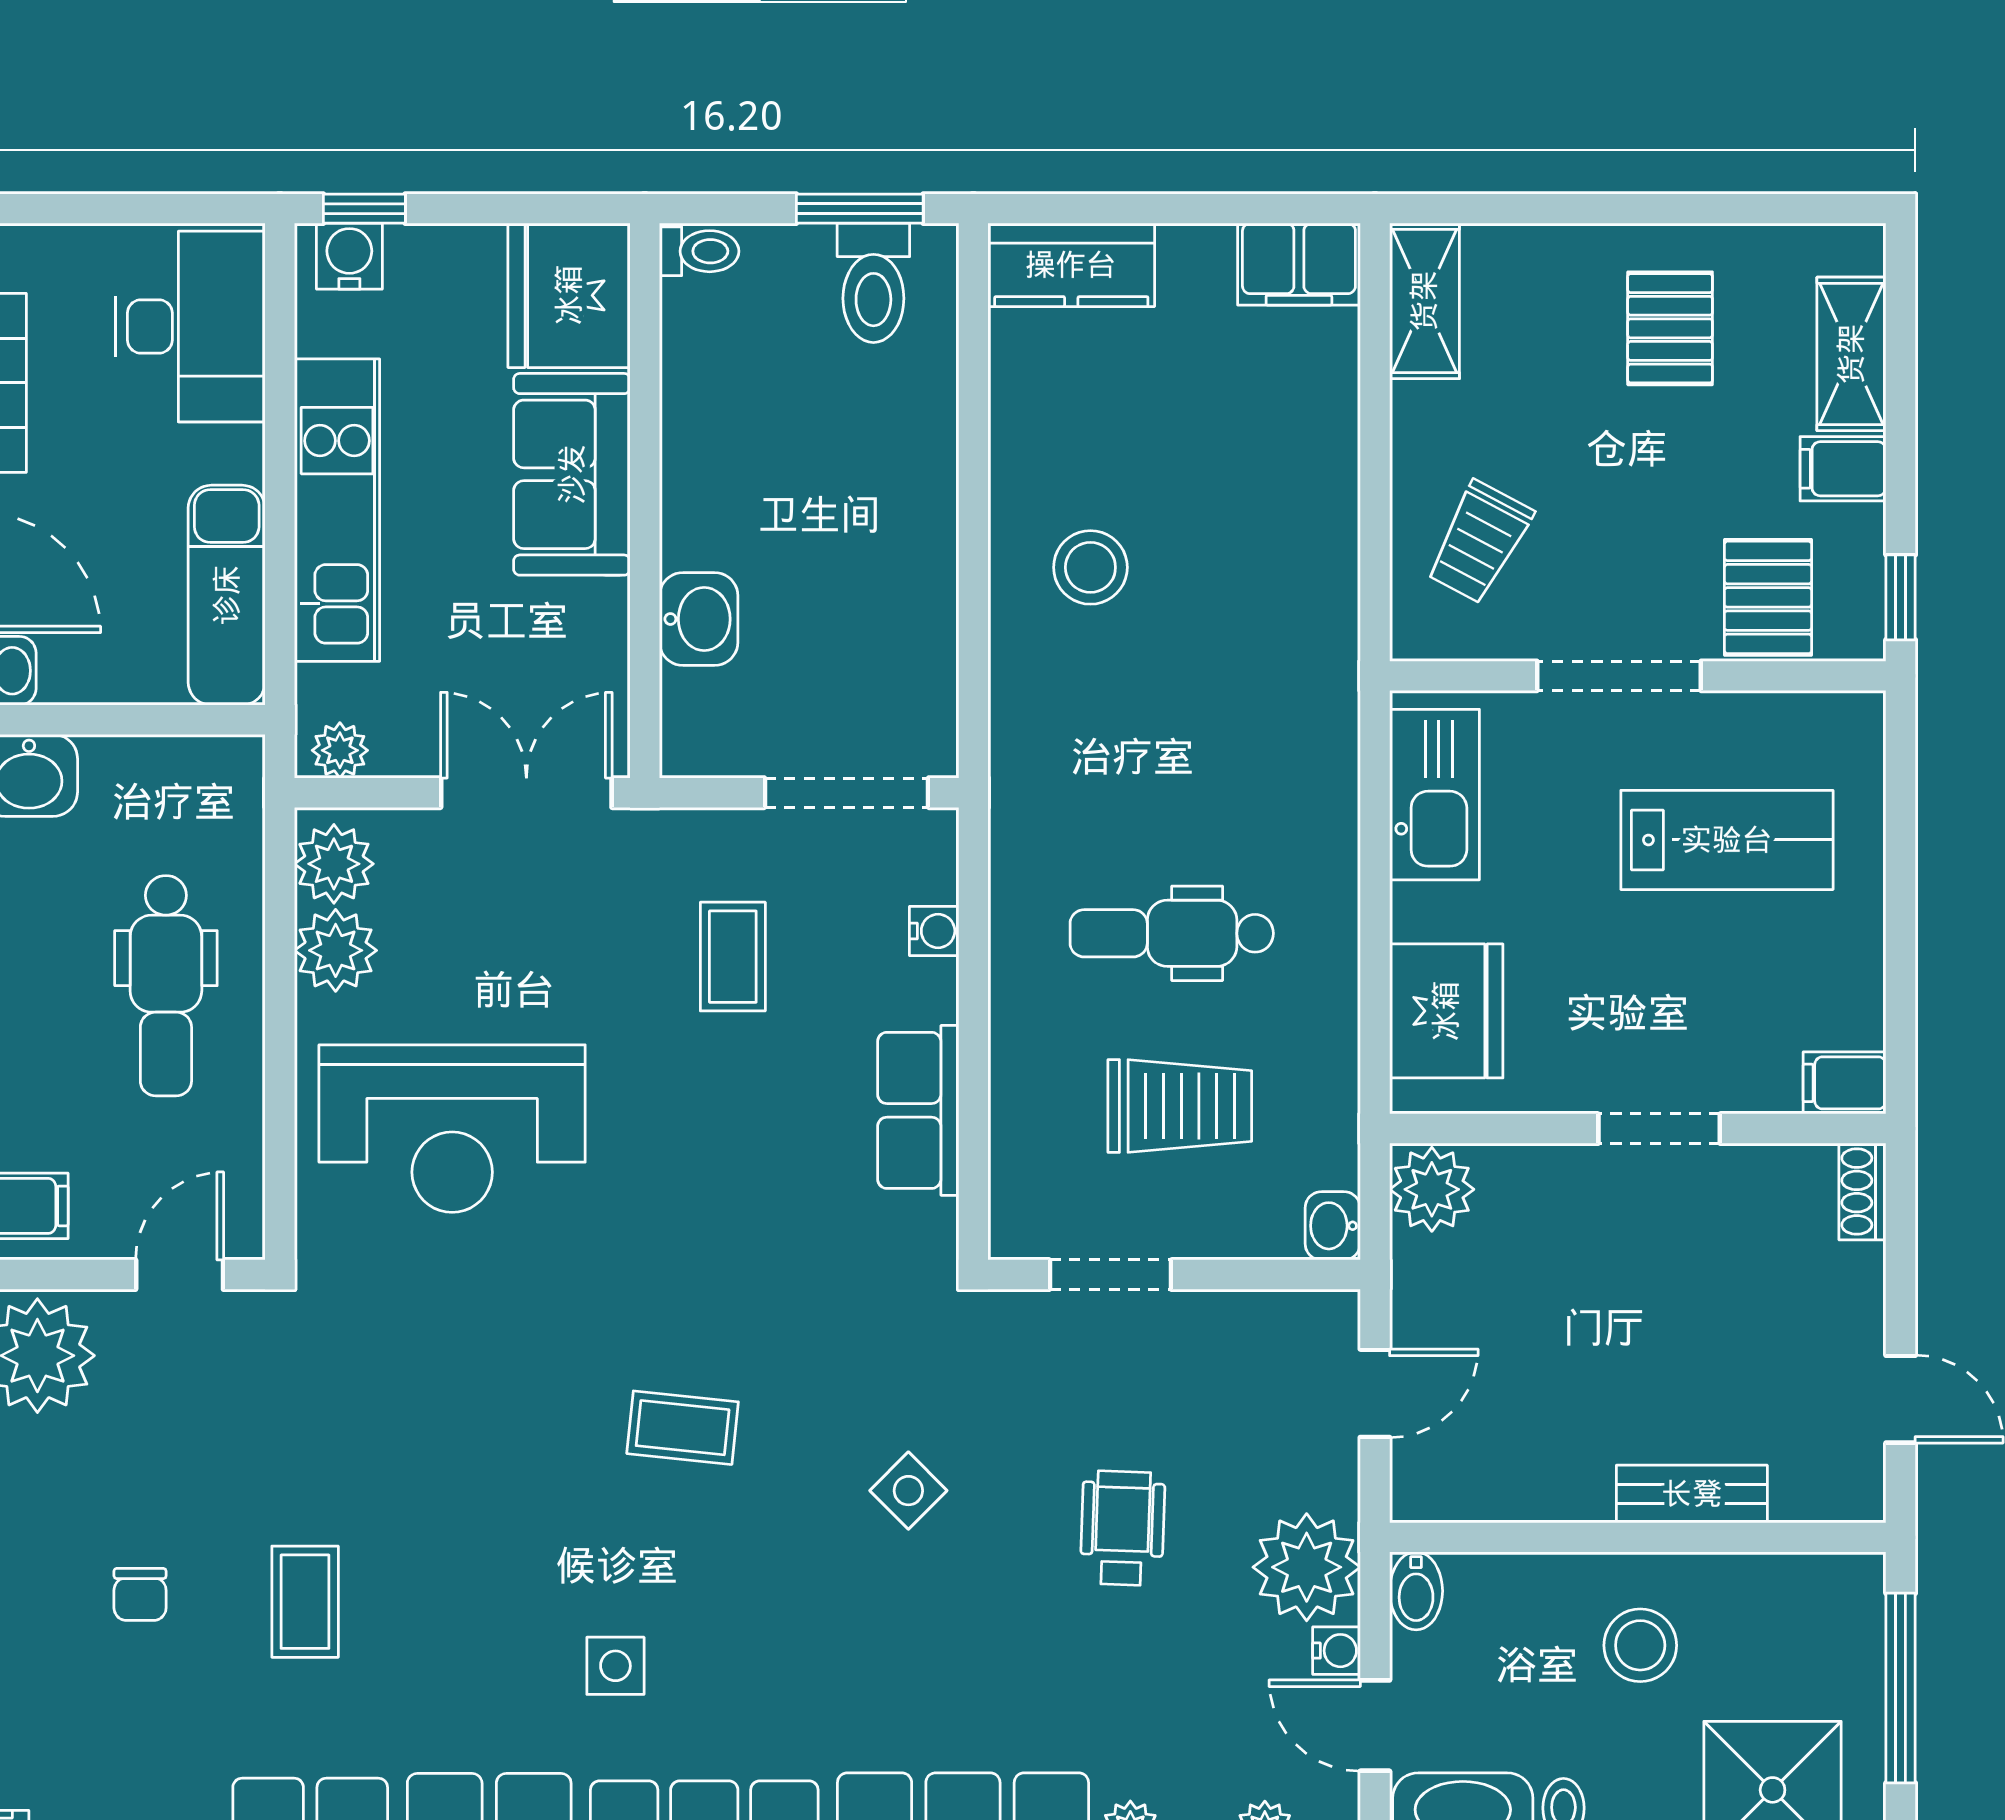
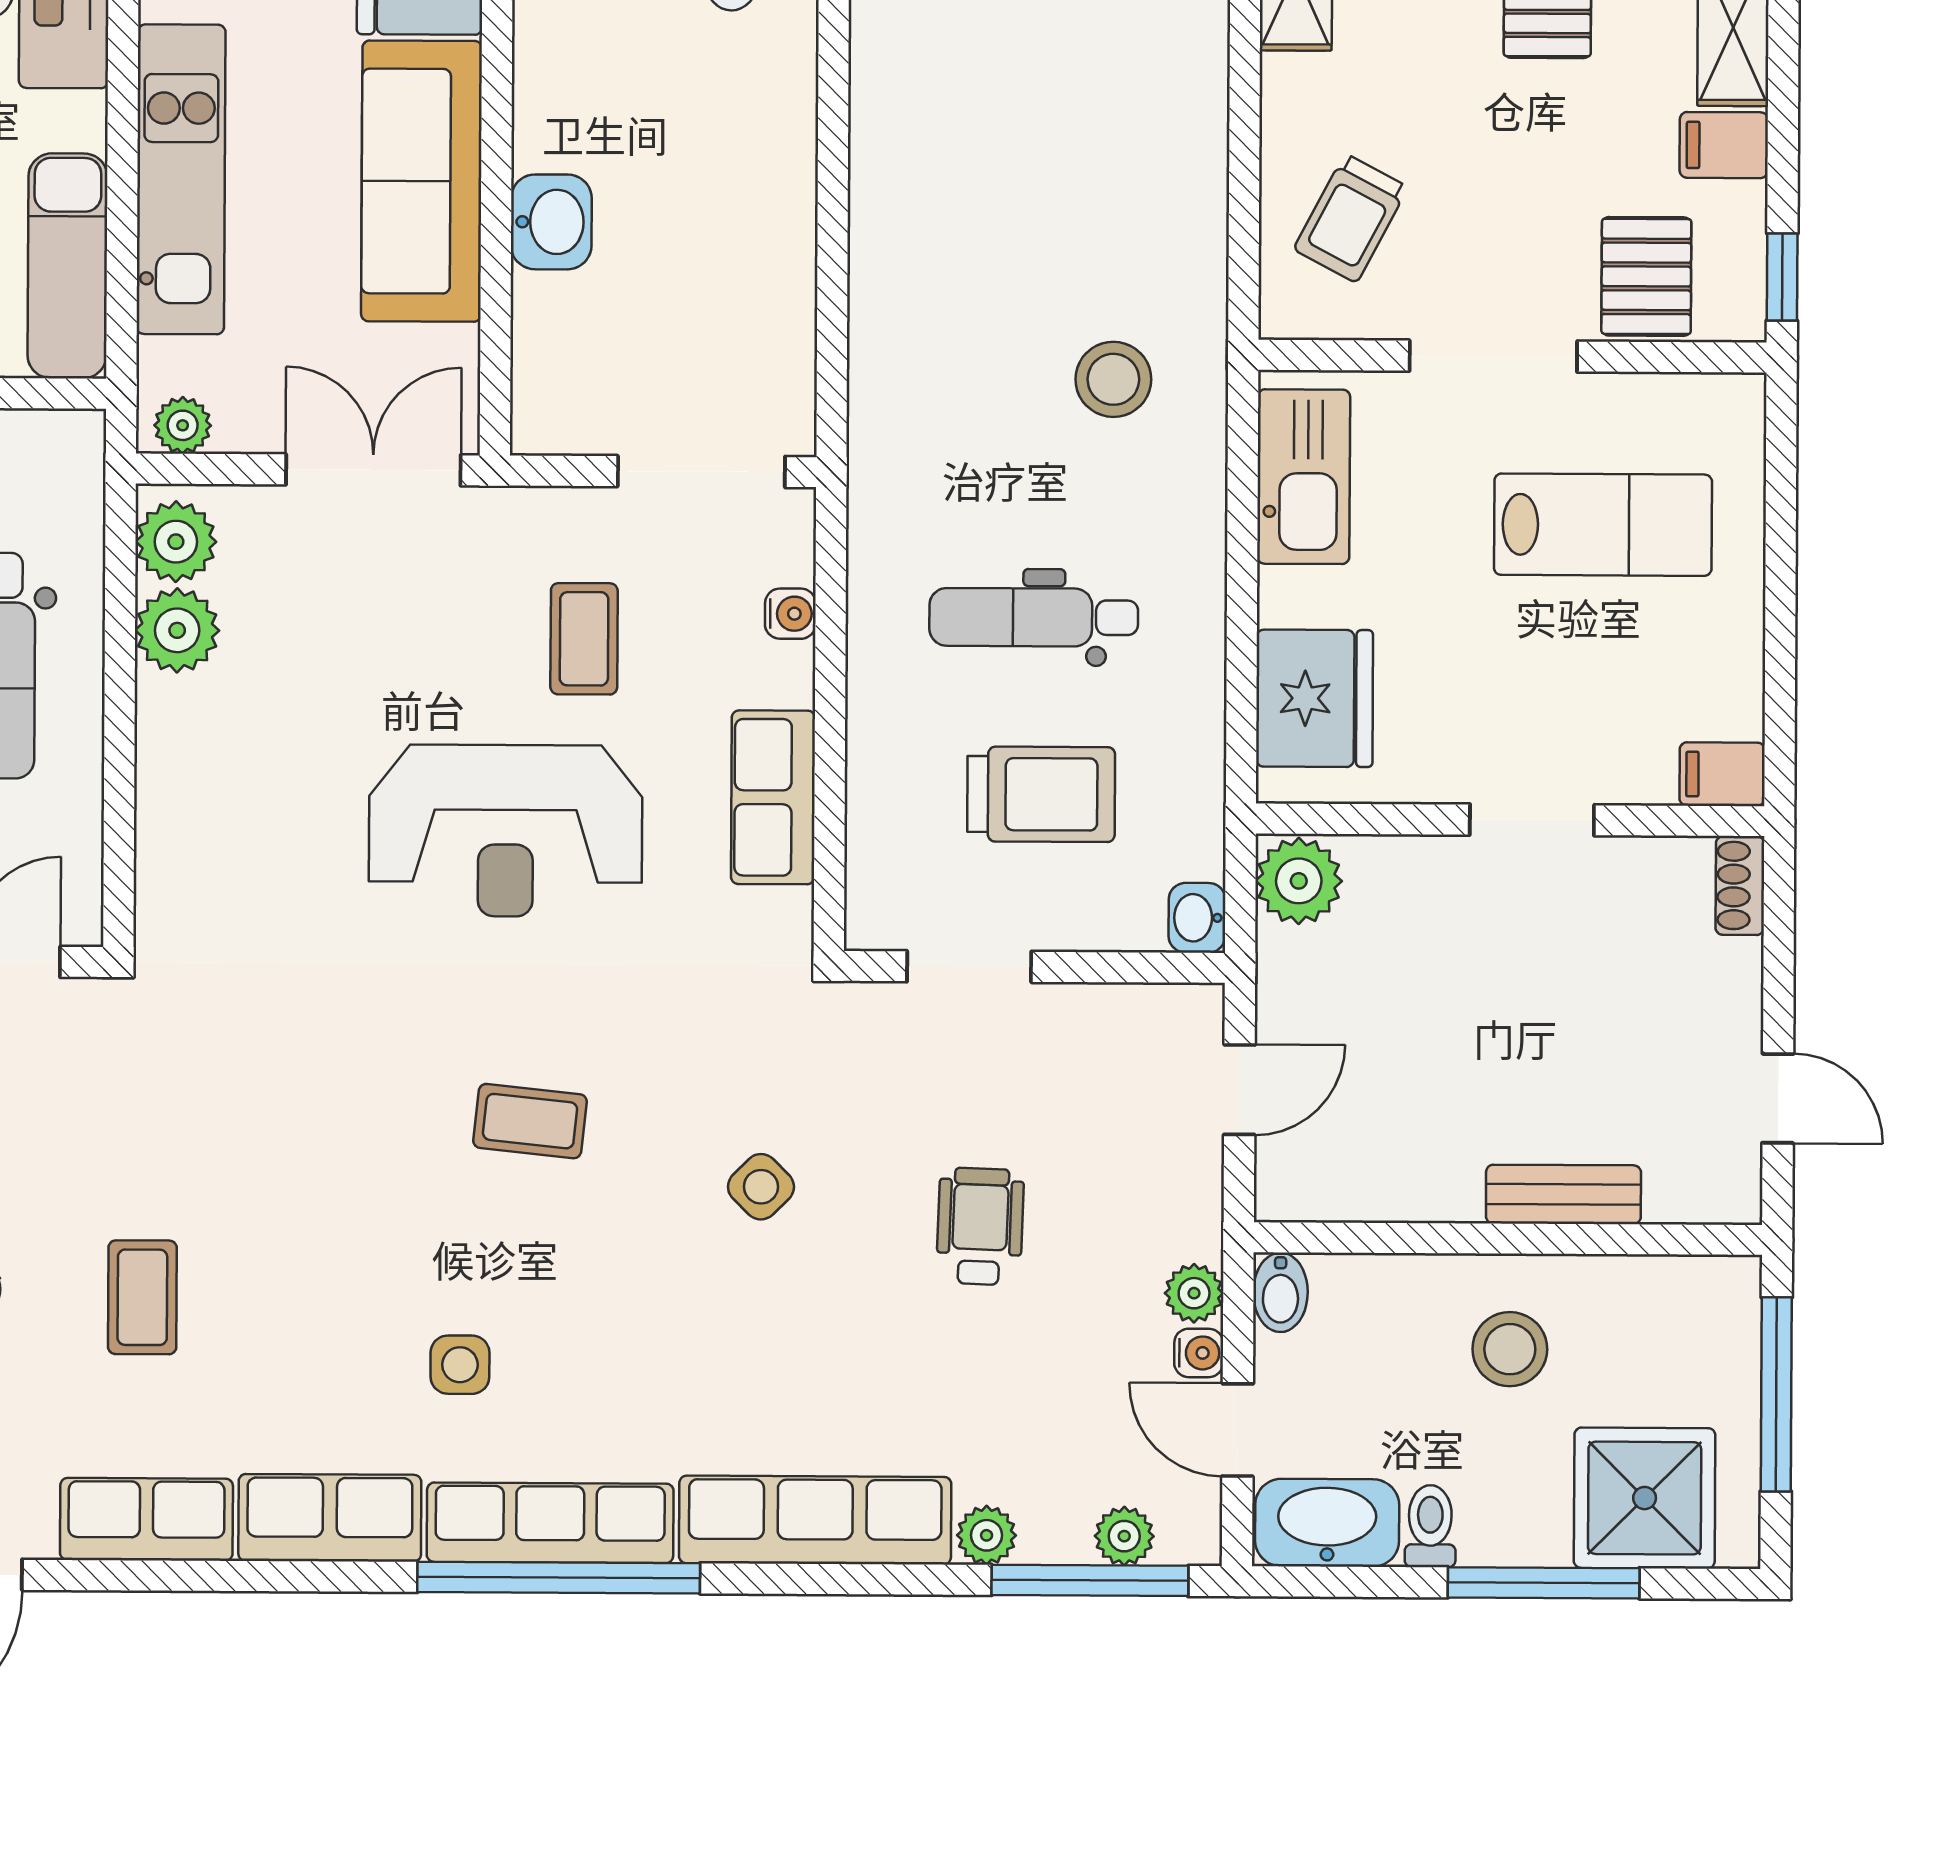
sofa: (572, 474) -> (422, 181), width x1.36
stool: (1090, 567) -> (1113, 379), moved
washbasin: (699, 619) -> (551, 222), moved
reception desk: (452, 1129) -> (505, 831), moved
plant: (1307, 1567) -> (1194, 1293), width x0.53, depth x0.53

